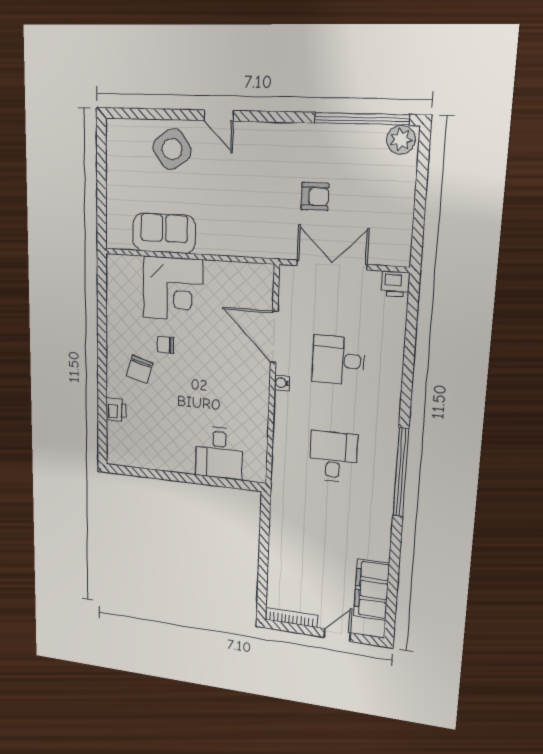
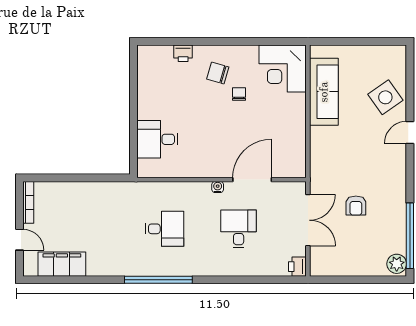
sofa: (164, 233) -> (324, 92), width x1.36
corner desk: (173, 289) -> (283, 68), moved

